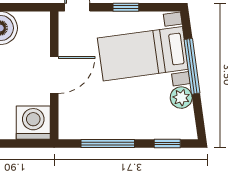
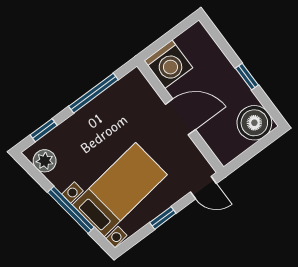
door: (54, 75) -> (180, 117), swing flipped
plant: (181, 98) -> (45, 161), moved

